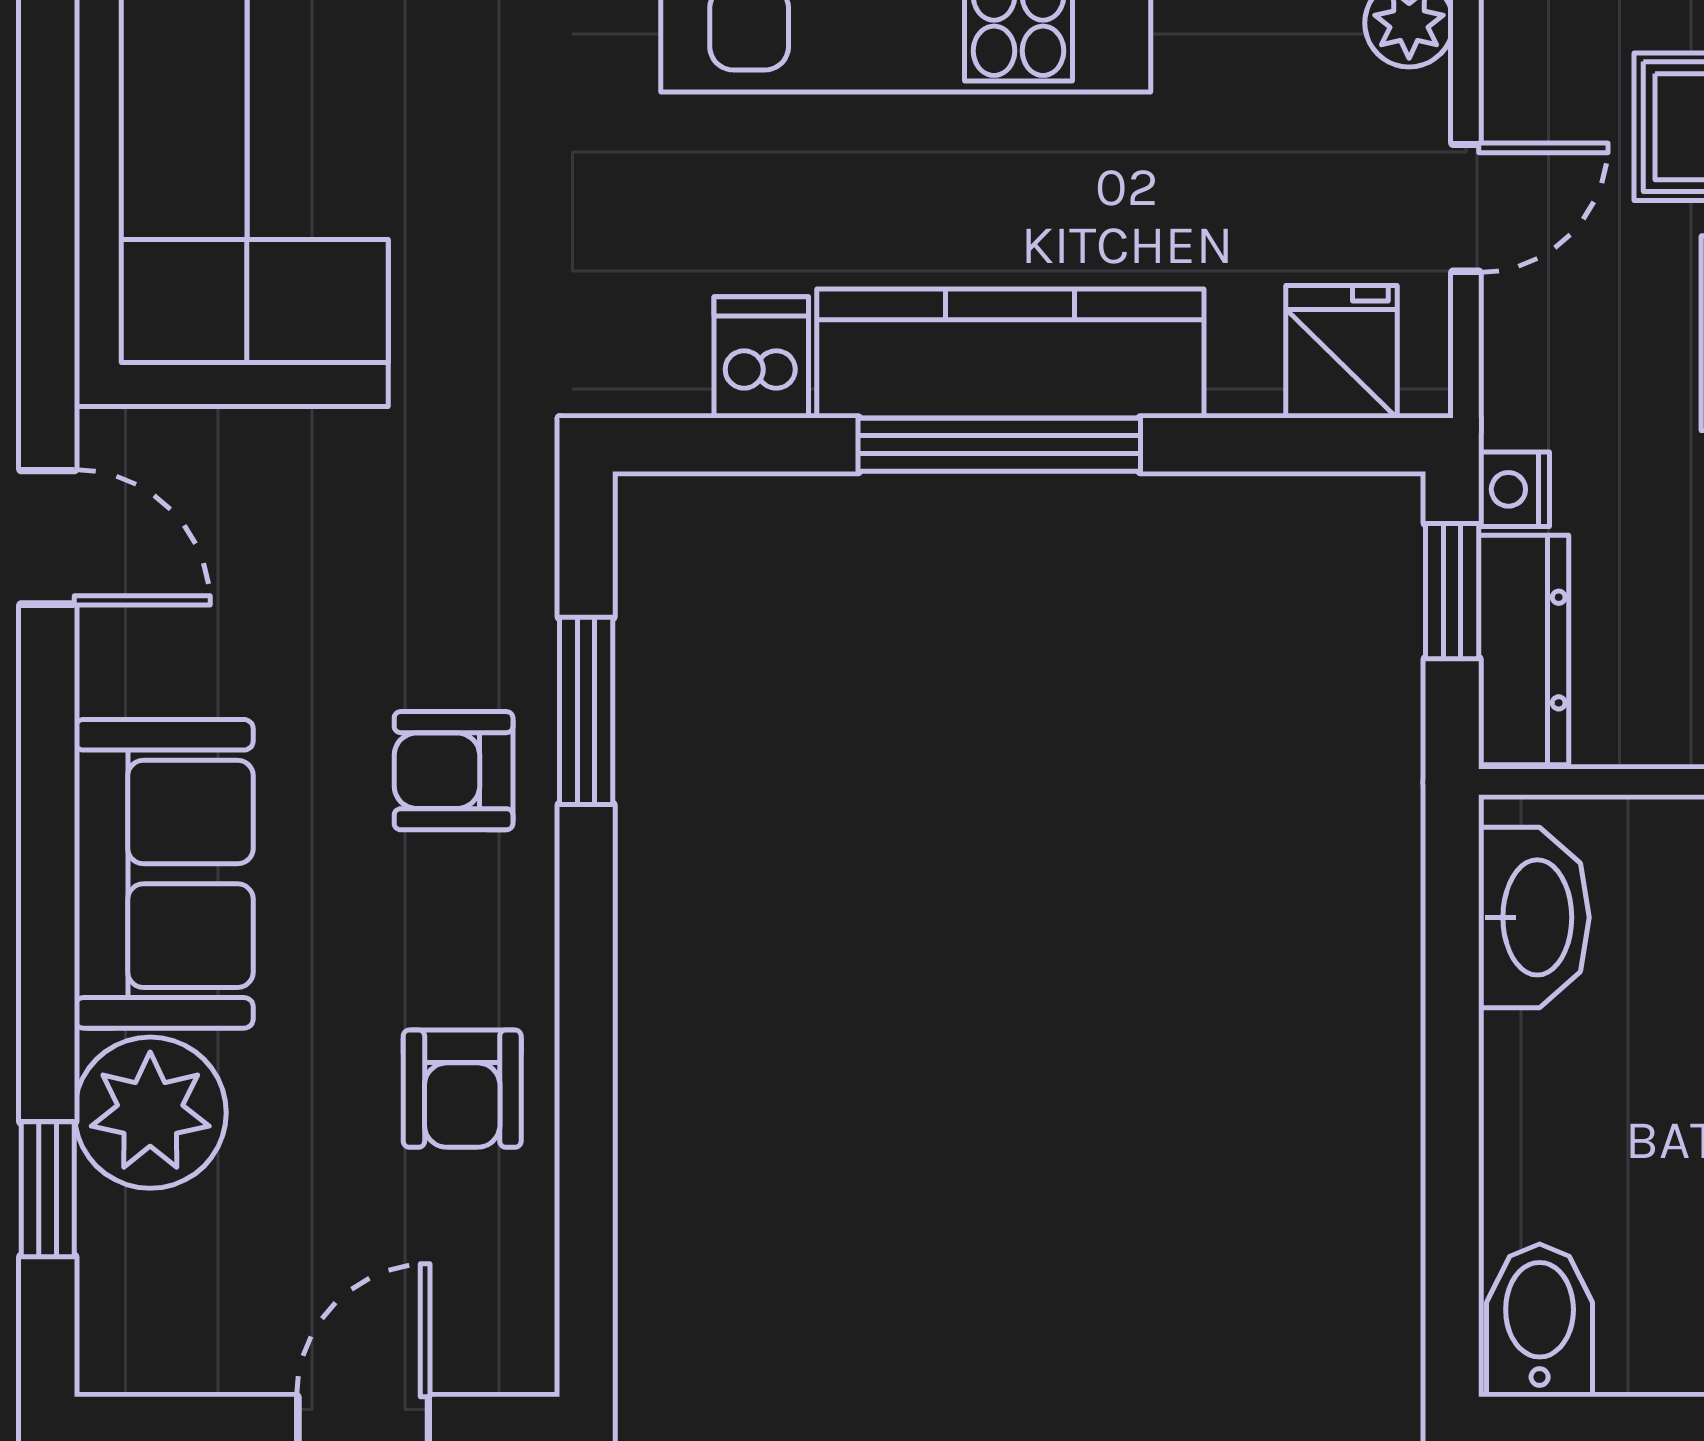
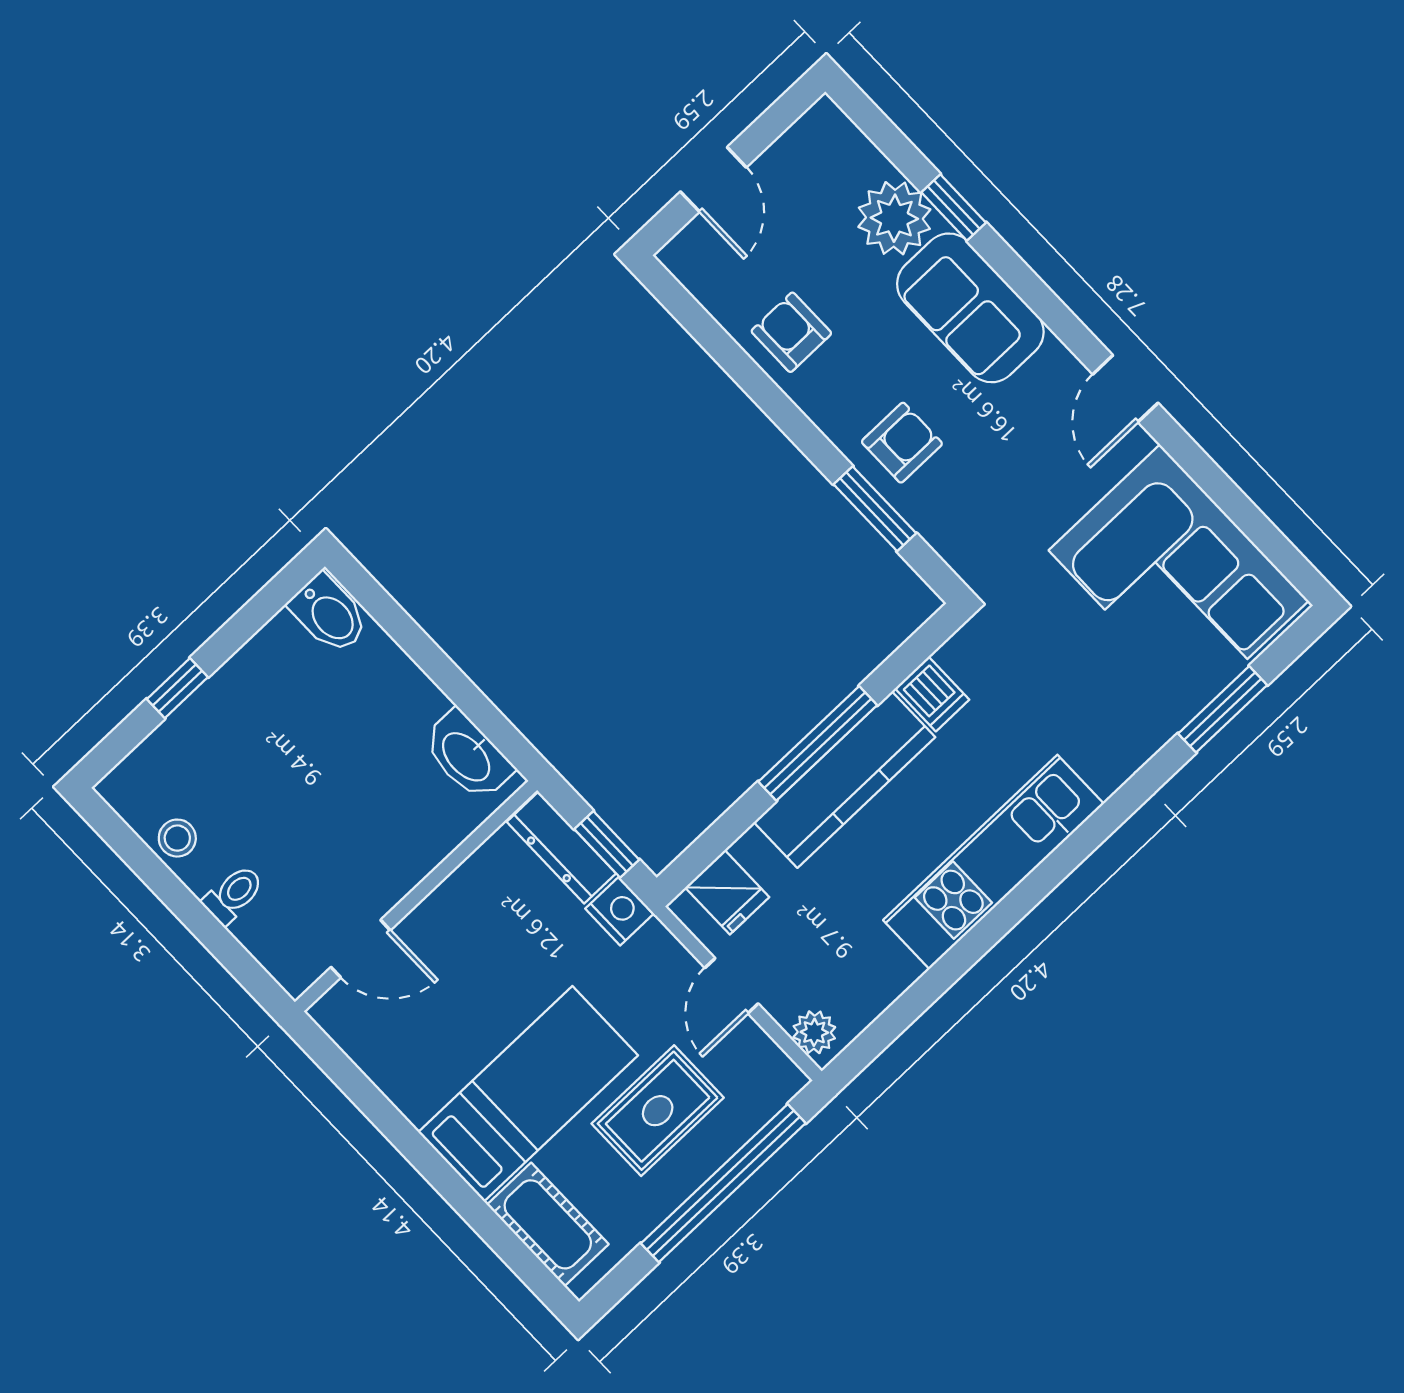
nightstand: (1514, 489) -> (620, 911), width x1.39, depth x1.35
door: (48, 537) -> (1125, 389), hinge flipped
window: (48, 1189) -> (954, 207), moved

